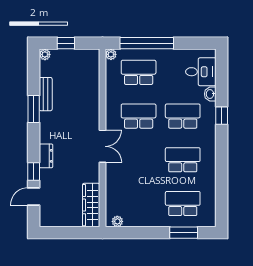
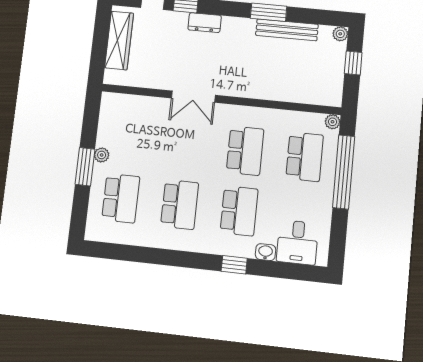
bench: (46, 94) -> (287, 30), width x1.36
double door: (102, 146) -> (193, 97), moved
wardrobe: (91, 205) -> (119, 40), moved, turned 90
plant: (117, 221) -> (102, 155), moved
window: (184, 233) -> (85, 167), moved

